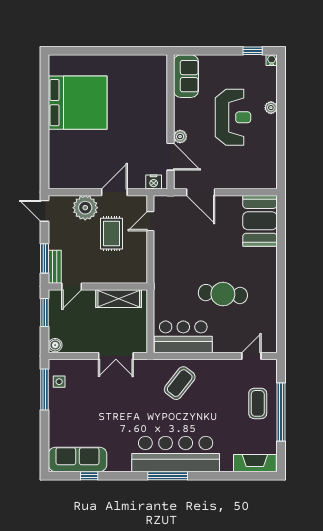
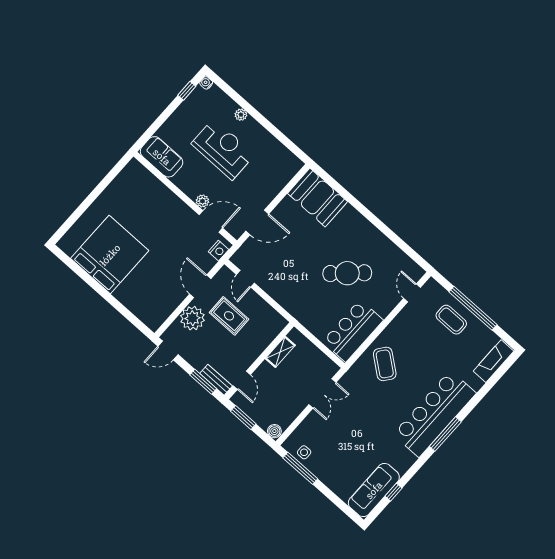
cafe table: (223, 294) -> (347, 273), turned 42
shelving: (119, 299) -> (280, 352), width x0.67, depth x0.75

